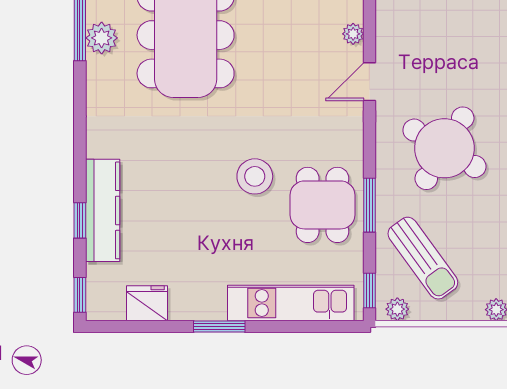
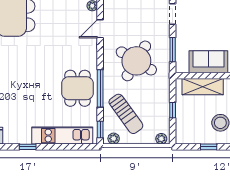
stool: (255, 176) -> (45, 74), removed
window: (369, 205) -> (100, 88), width x1.44
window: (219, 326) -> (28, 147), width x0.67

